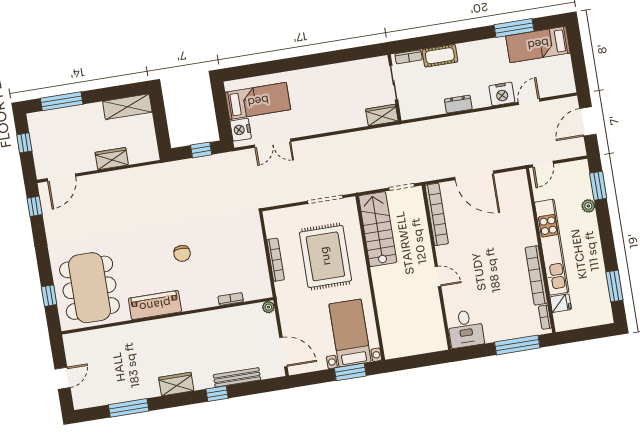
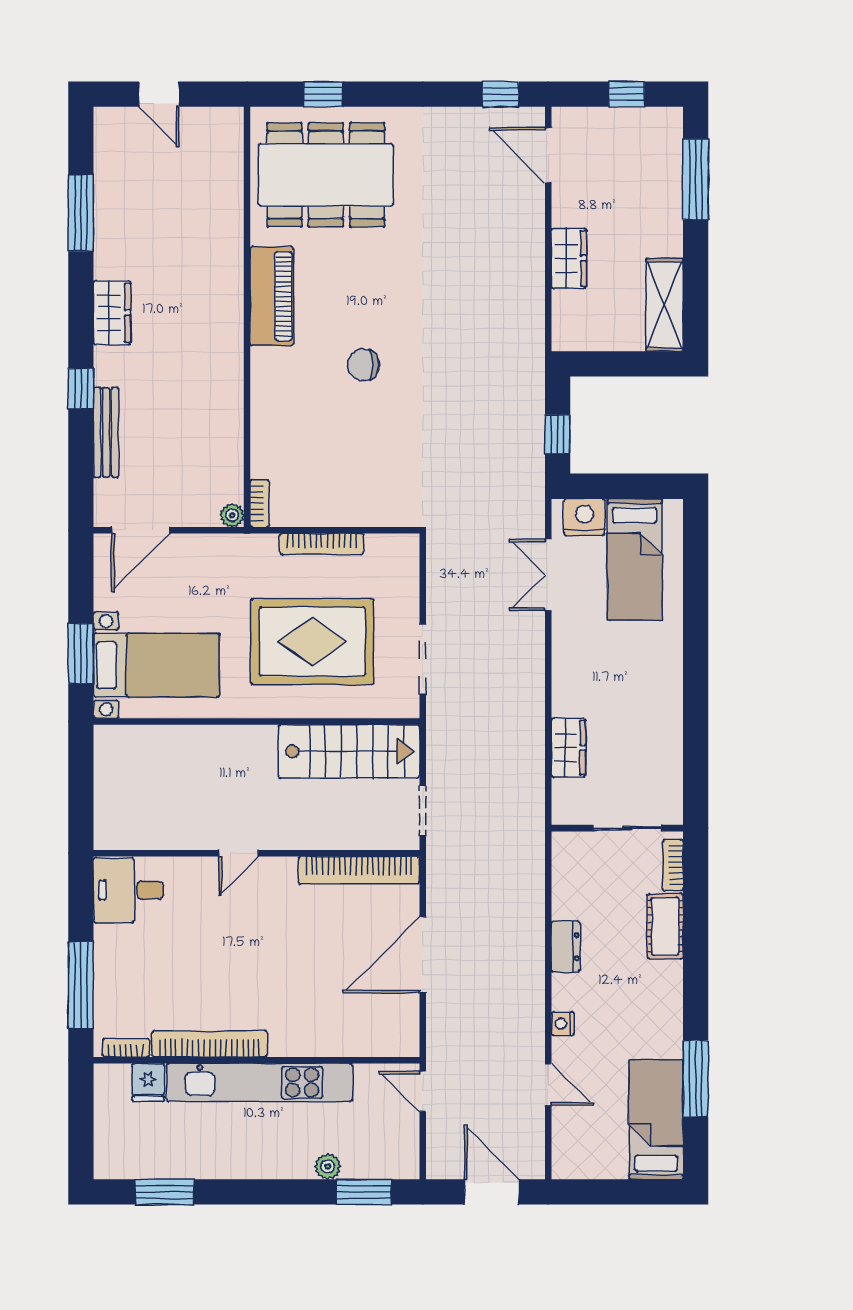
nightstand: (502, 94) -> (563, 1024), width x0.53, depth x0.56
wardrobe: (382, 115) -> (568, 748), moved
bookcase: (231, 299) -> (260, 503), moved

